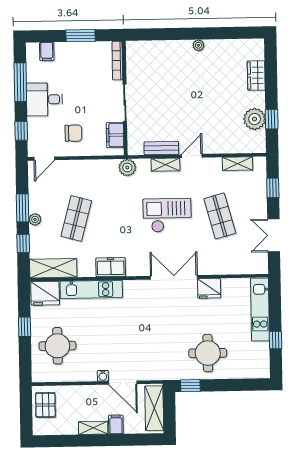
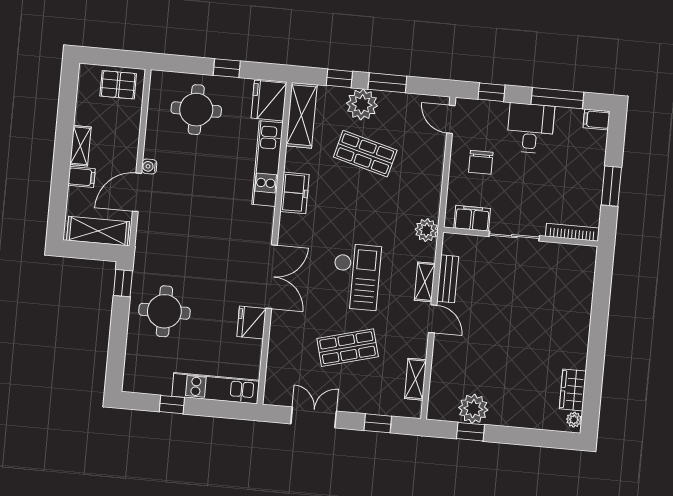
plant: (198, 45) -> (574, 420), moved
filing cabinet: (47, 52) -> (596, 119), moved
wardrobe: (256, 76) -> (573, 390), moved, turned -90
plant: (35, 219) -> (362, 104), width x1.87, depth x1.87

